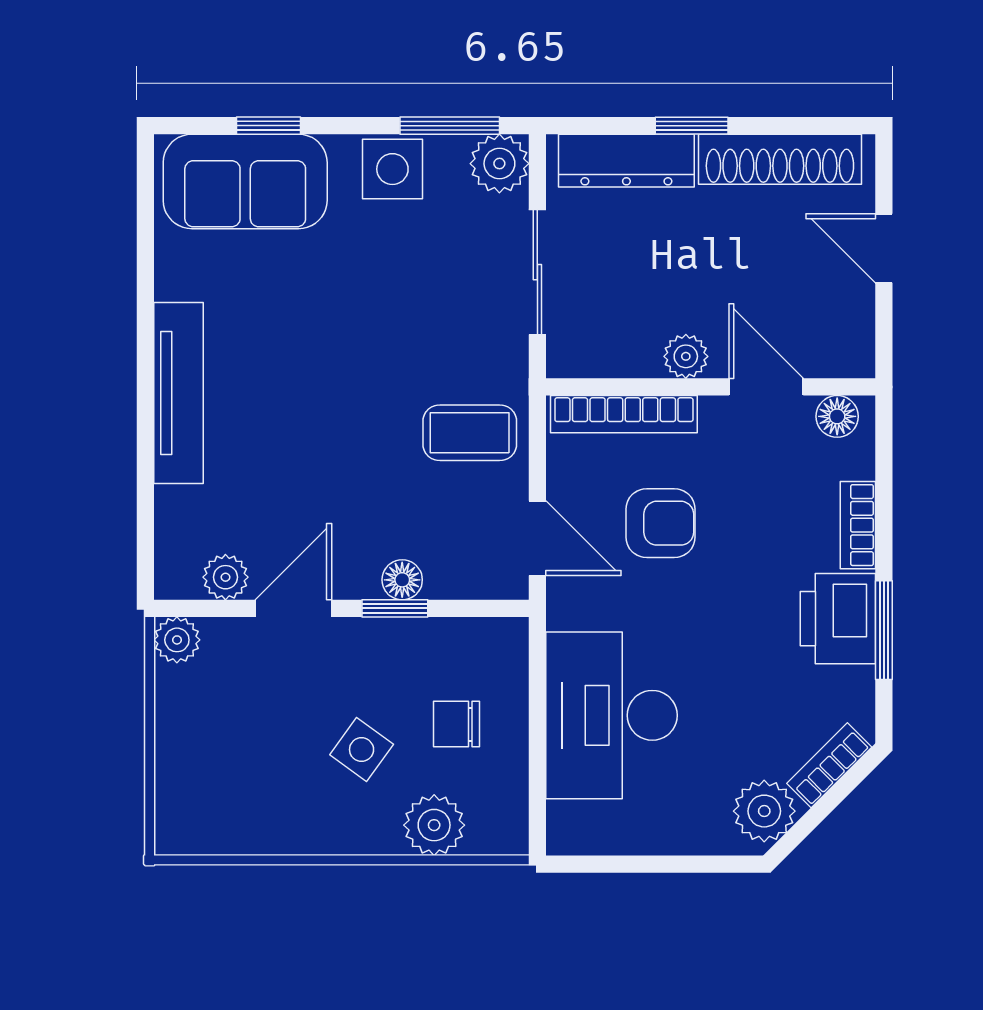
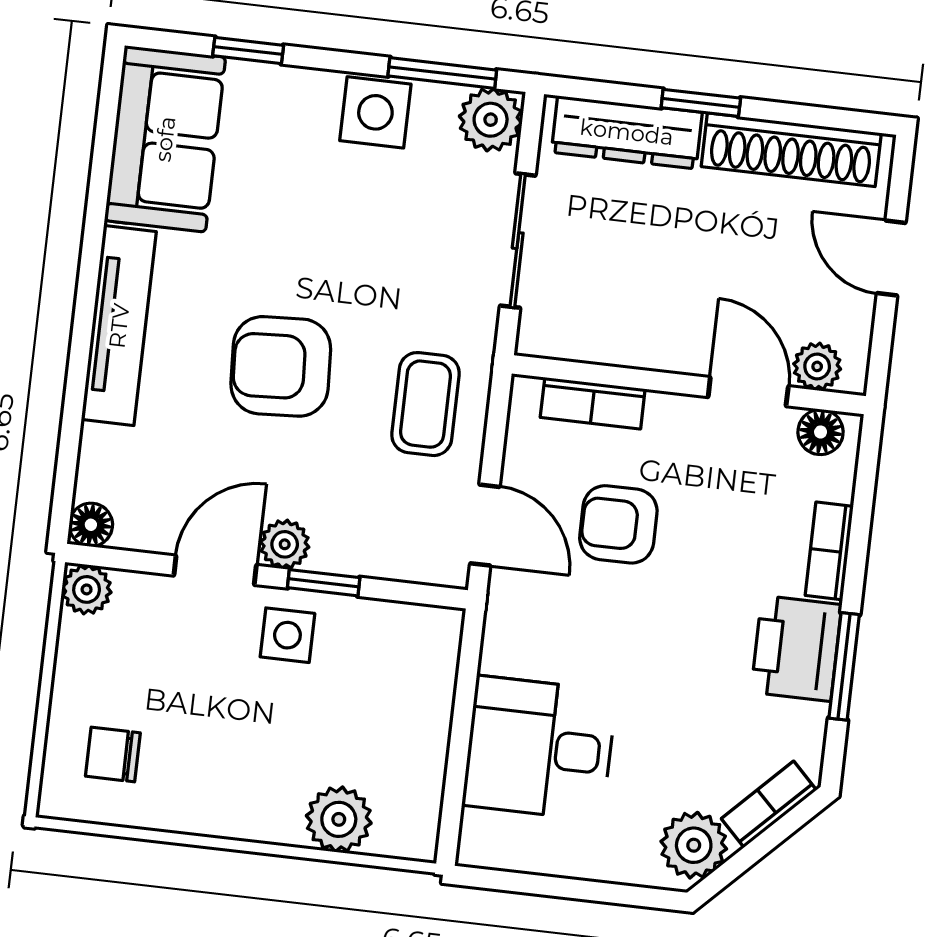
sofa: (245, 181) -> (165, 139), moved, turned -90
plant: (686, 356) -> (817, 366), moved
armchair: (332, 414) -> (281, 366), added
bookcase: (624, 414) -> (593, 403), width x0.64
coffee table: (470, 433) -> (425, 404), turned 90
armchair: (661, 523) -> (618, 524), turned 180
plant: (225, 577) -> (285, 544), moved
floor lamp: (402, 580) -> (91, 525), moved
desk: (612, 715) -> (539, 748), width x0.73
chair: (457, 724) -> (113, 754), moved
side table: (362, 750) -> (287, 635), moved, turned -36

